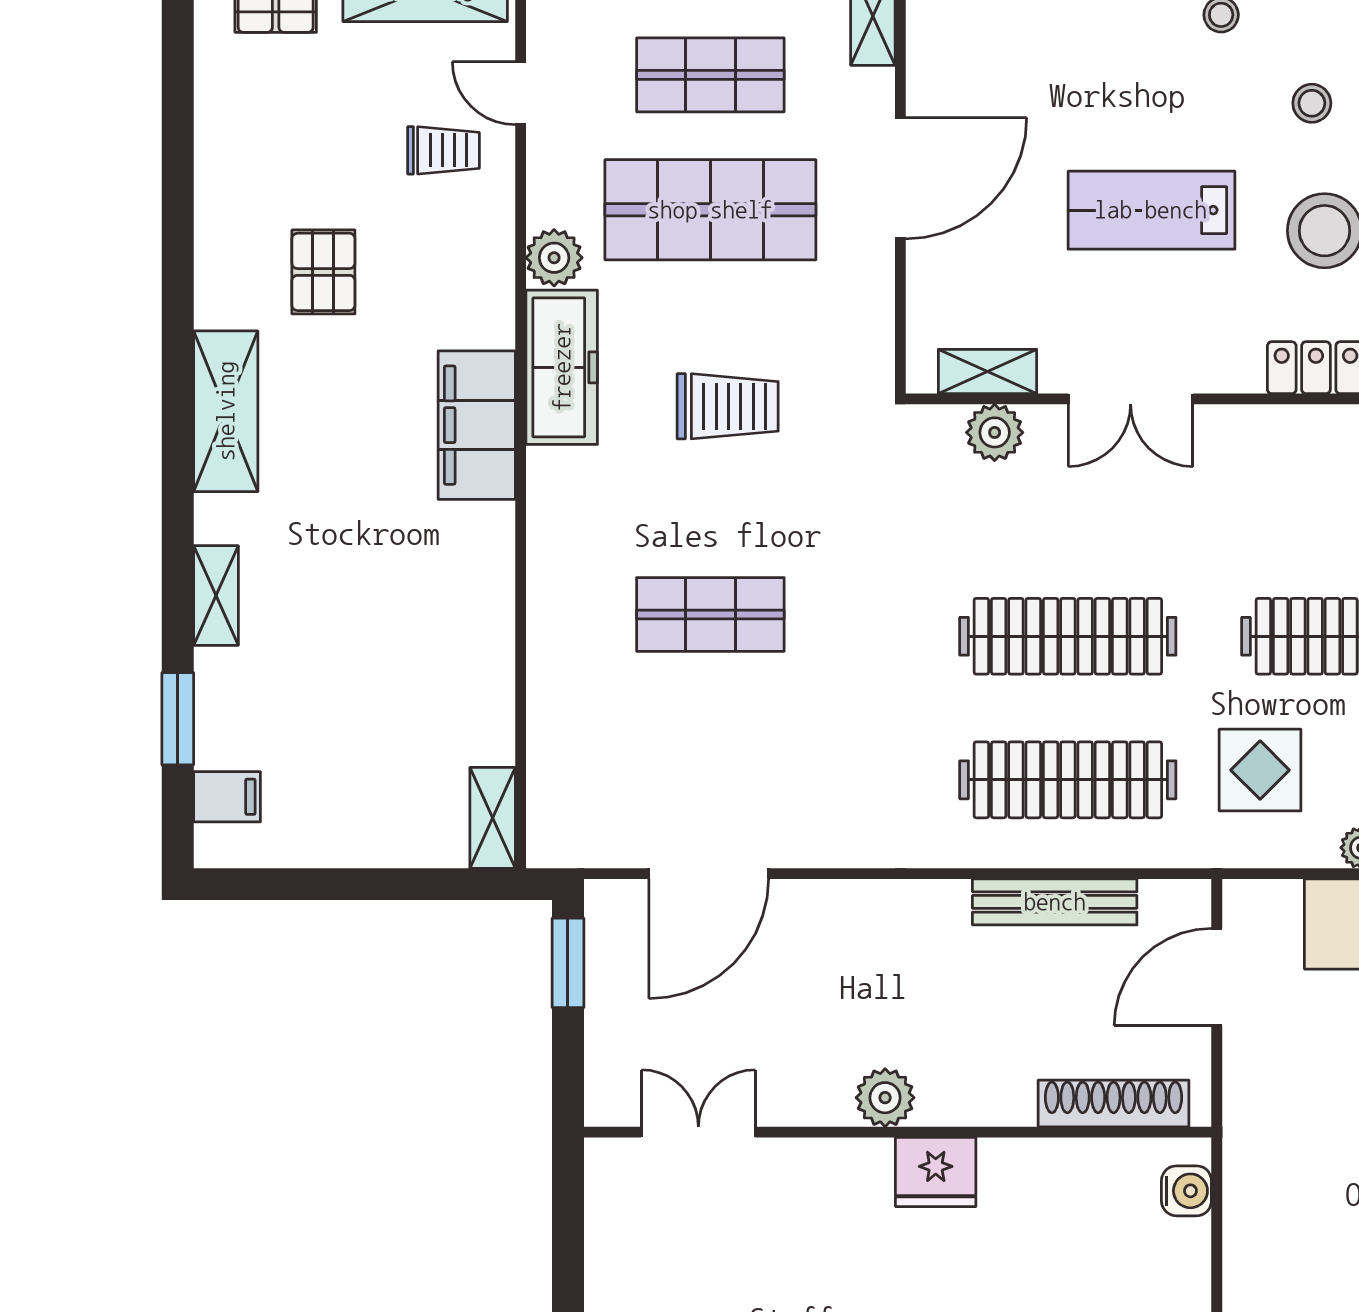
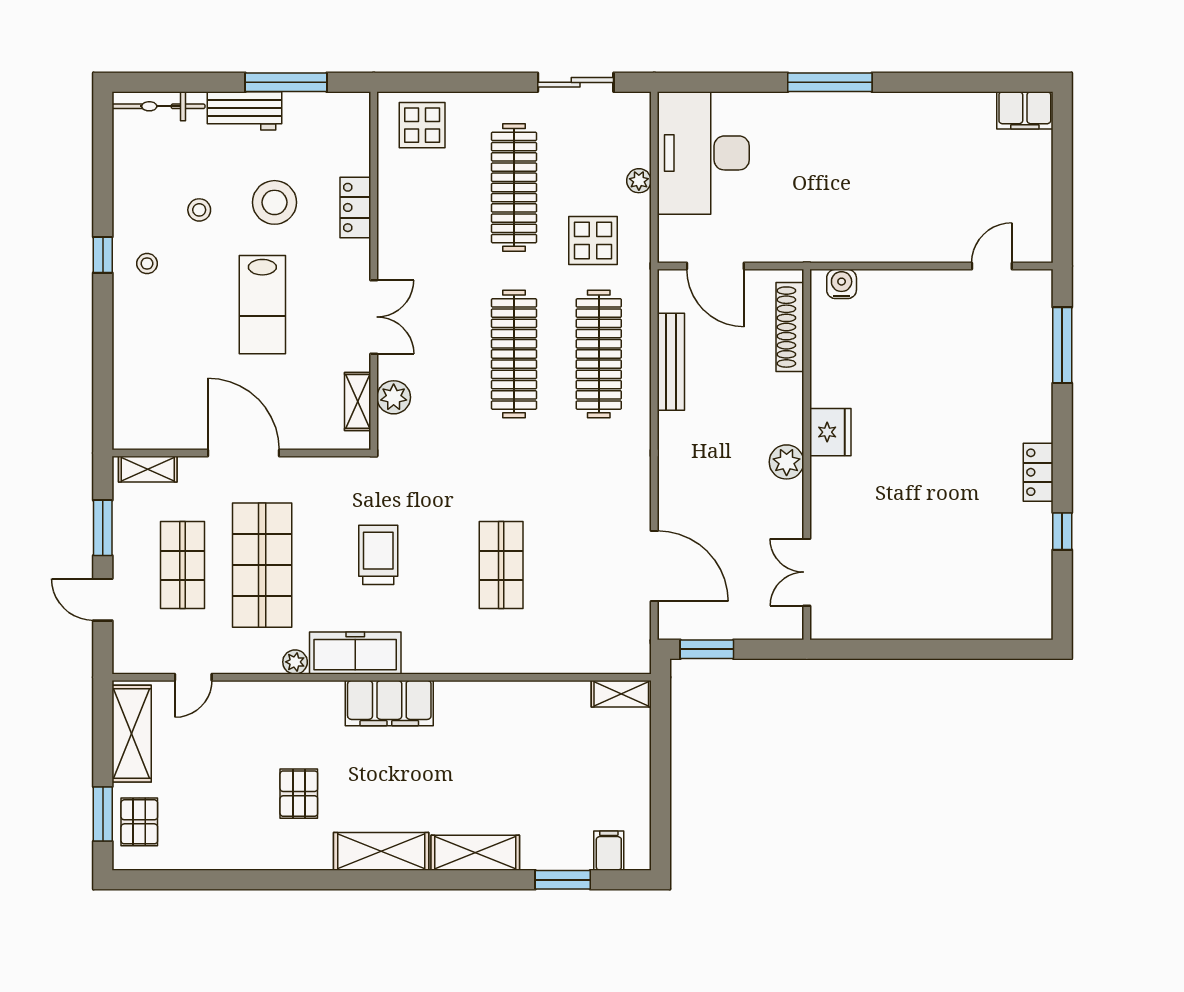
trolley: (443, 150) -> (227, 723), removed
plant: (554, 258) -> (295, 662), width x0.73, depth x0.73
pallet: (323, 272) -> (299, 794), turned 90
shelving: (216, 596) -> (475, 853), width x1.50, depth x1.33

